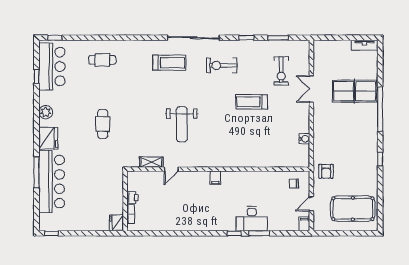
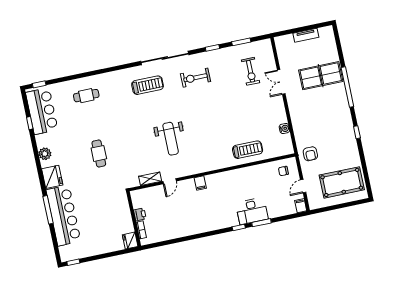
tv unit: (364, 45) -> (306, 35), moved
treadmill: (252, 102) -> (248, 150), moved, turned 180
filing cabinet: (215, 178) -> (200, 183), moved

